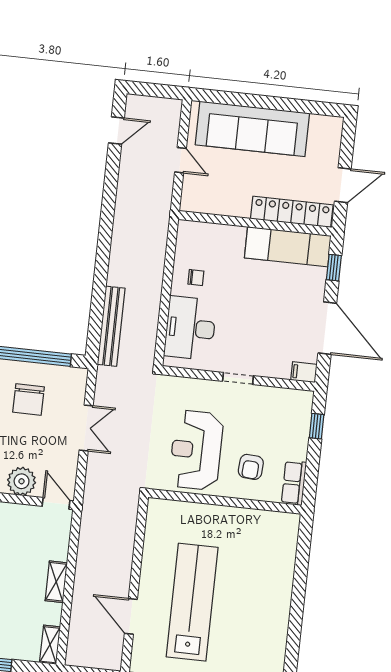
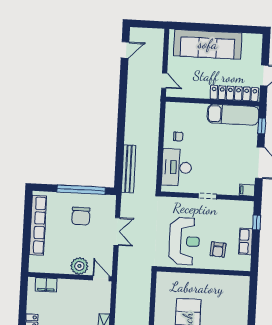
door: (180, 160) -> (164, 81), moved
reception desk: (196, 450) -> (184, 241), turned 180
row of seats: (294, 483) -> (246, 241), moved

